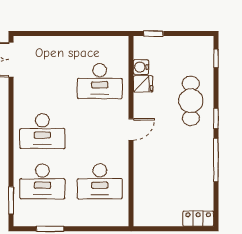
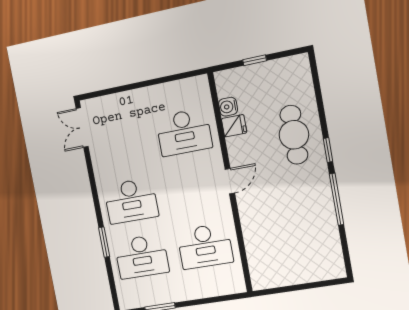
window: (153, 34) -> (255, 60), moved
window: (216, 58) -> (316, 78), removed
window: (11, 200) -> (104, 242), moved
locker: (198, 219) -> (327, 271), removed

